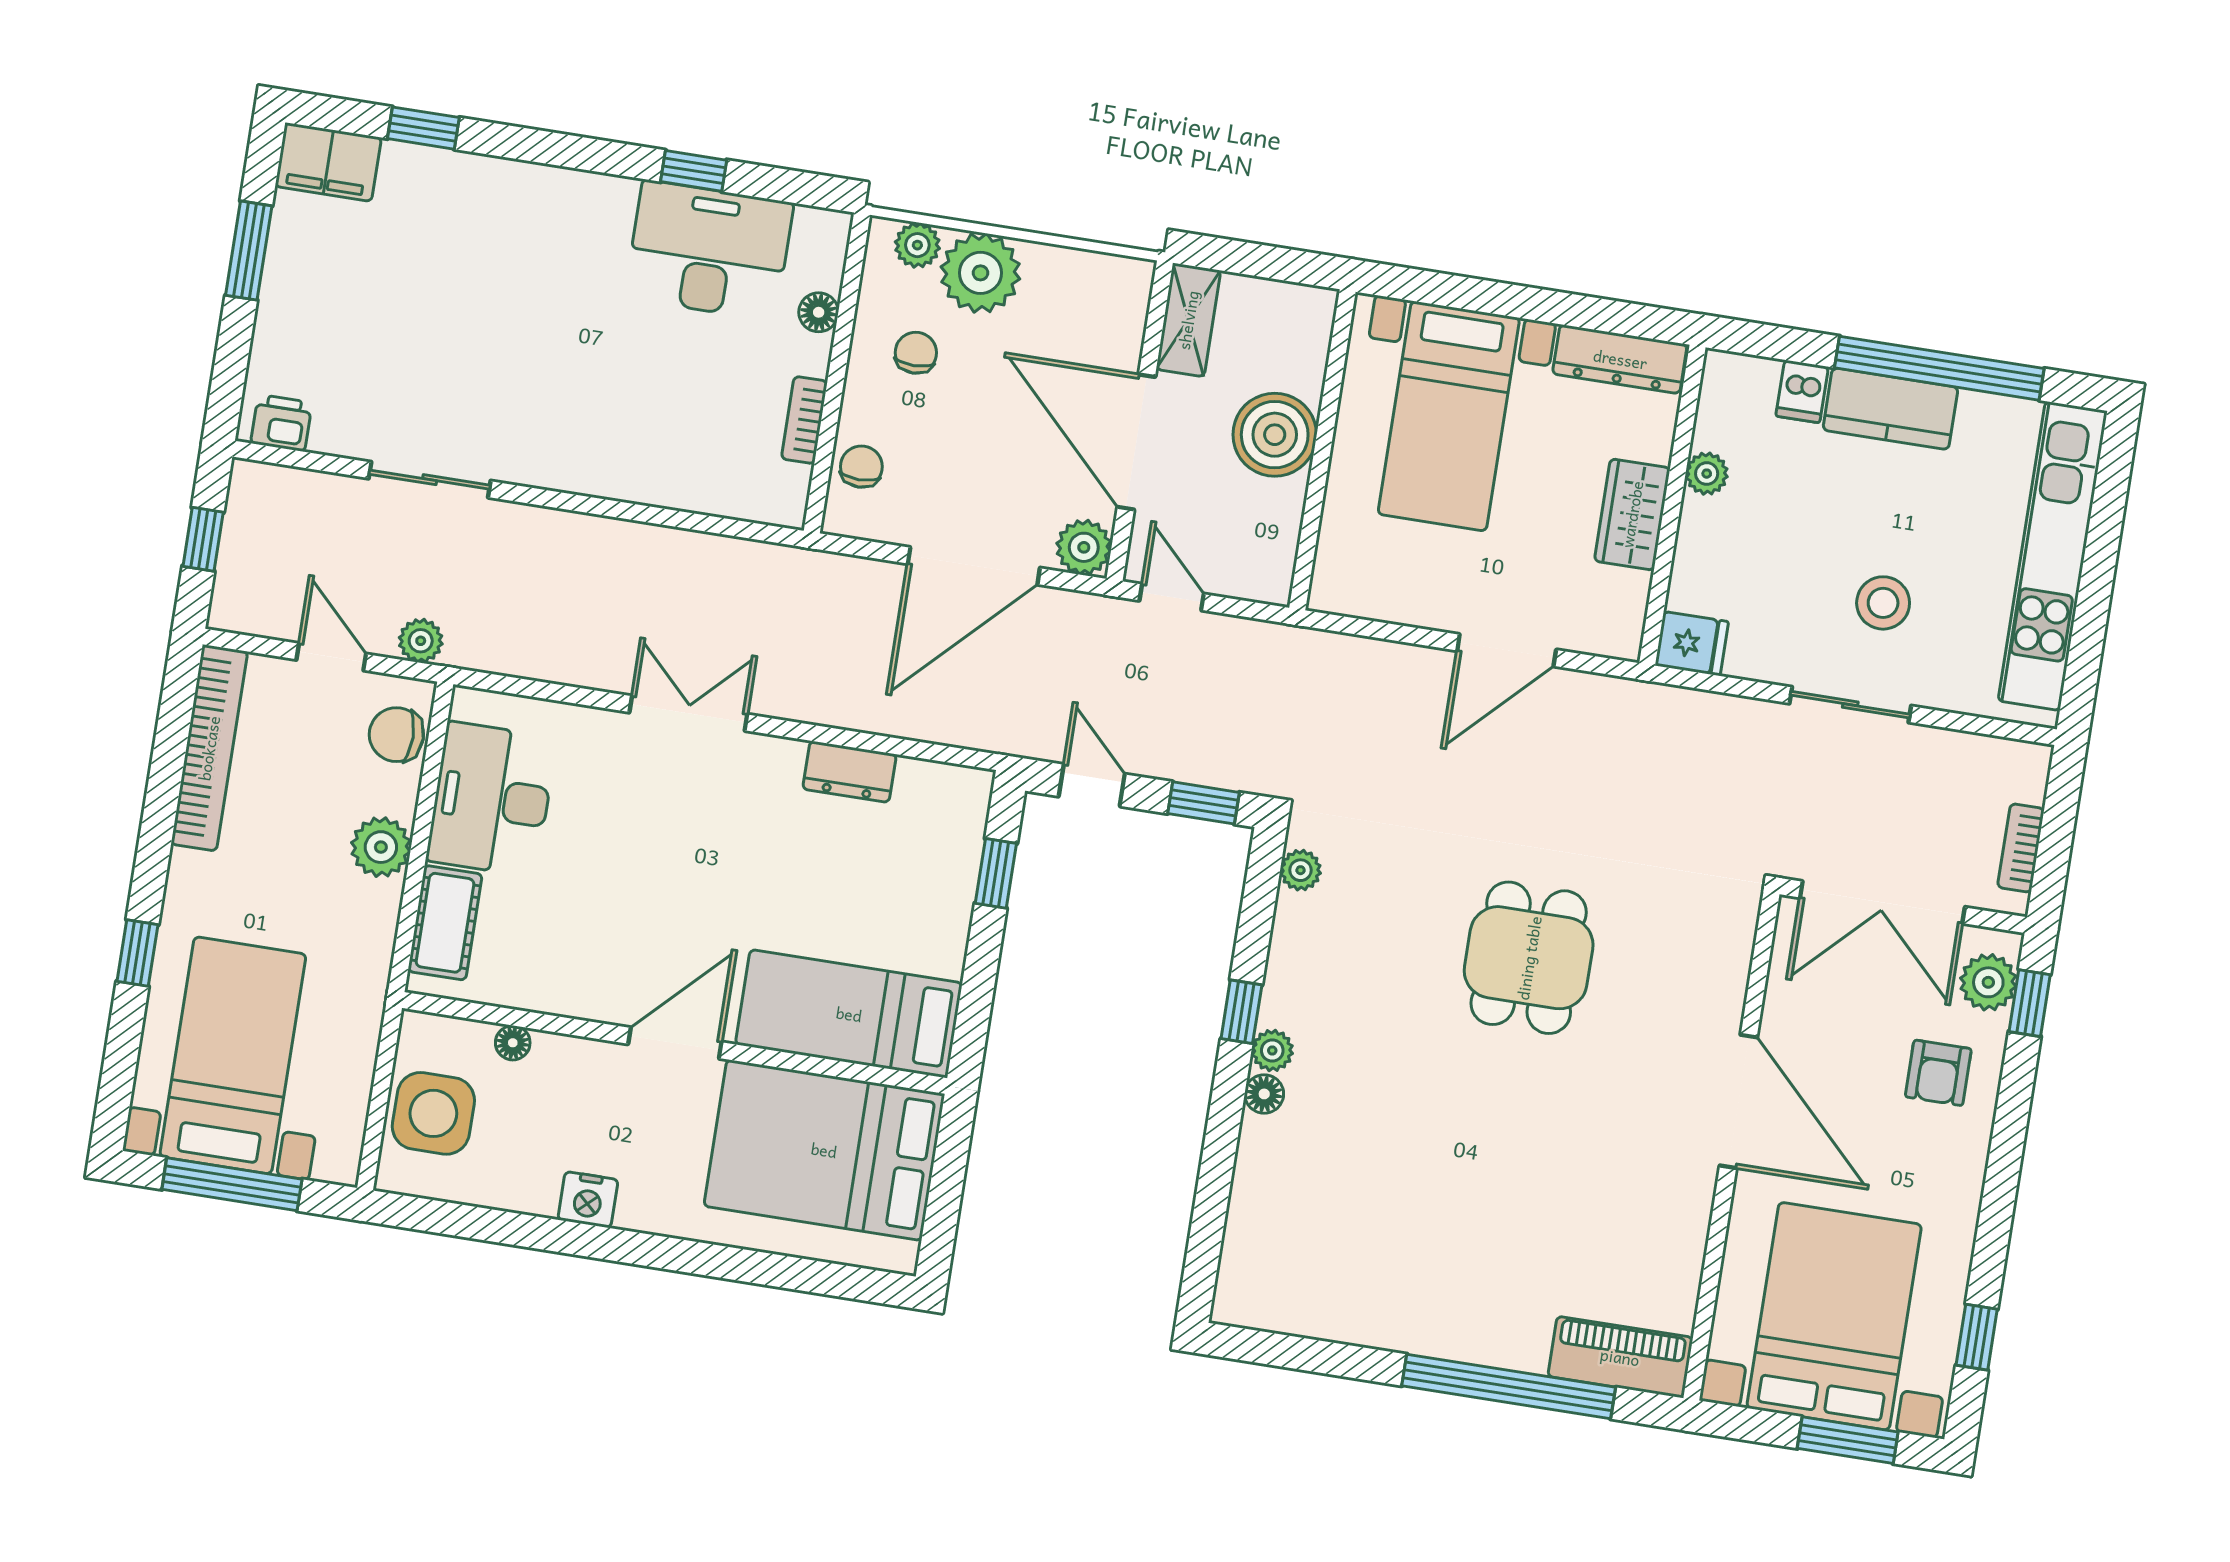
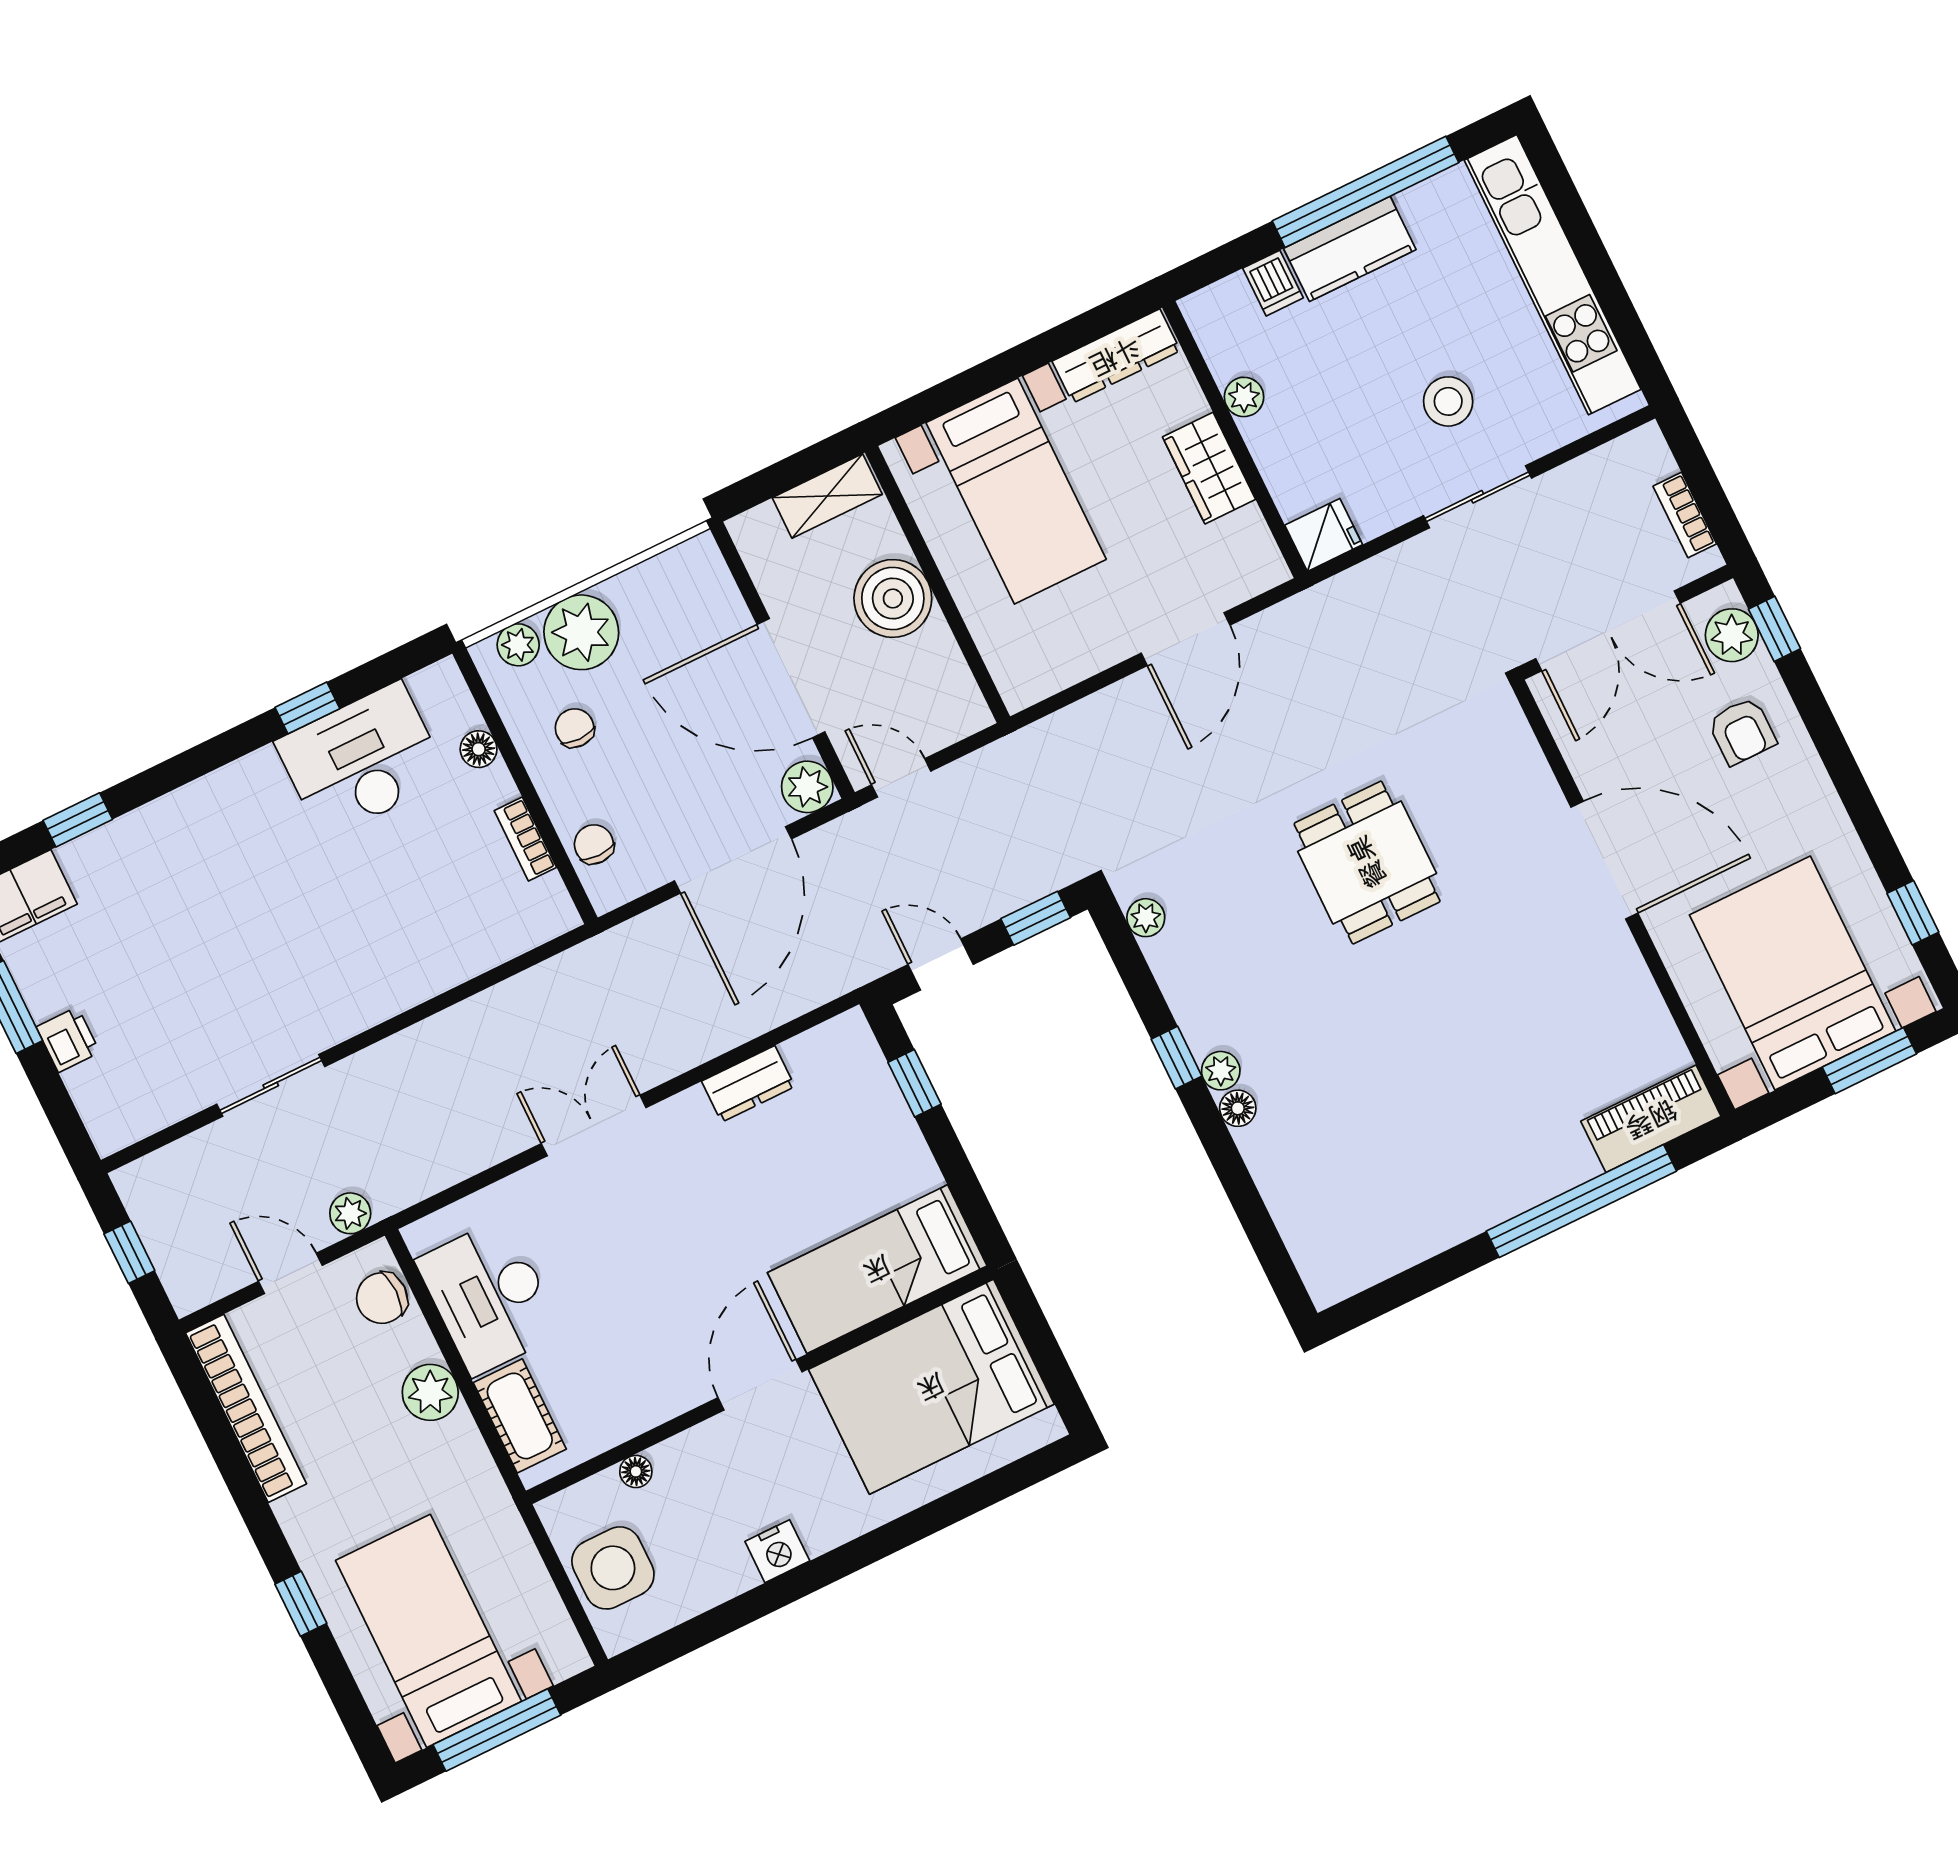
shelving: (1188, 320) -> (827, 496), moved, turned 90
printer: (281, 423) -> (68, 1040), moved, turned 90

